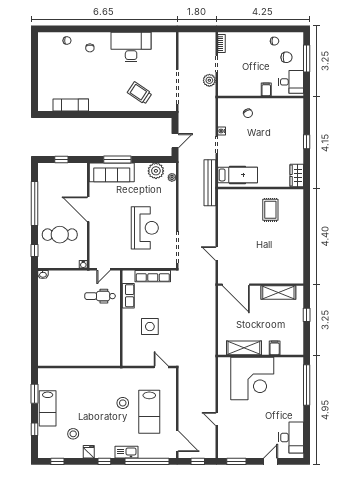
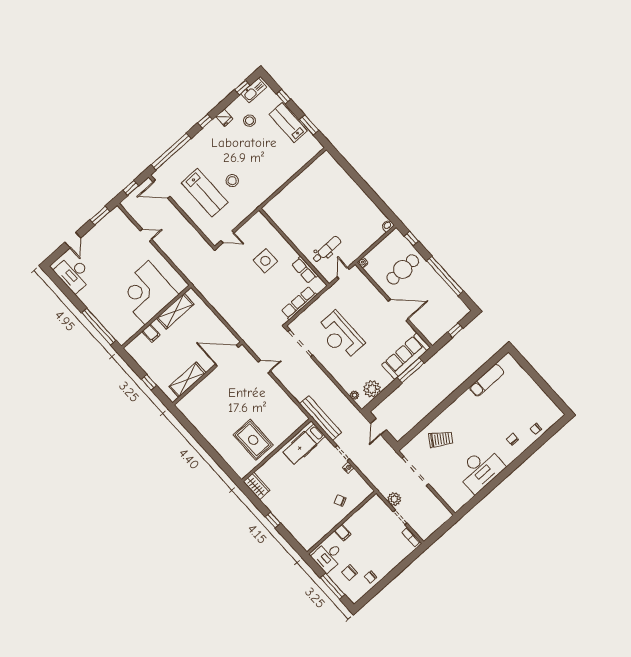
rug: (270, 210) -> (253, 440), width x1.36, depth x1.43
lab bench: (149, 412) -> (205, 193), turned 180
kitchen sink: (127, 452) -> (254, 91), moved

